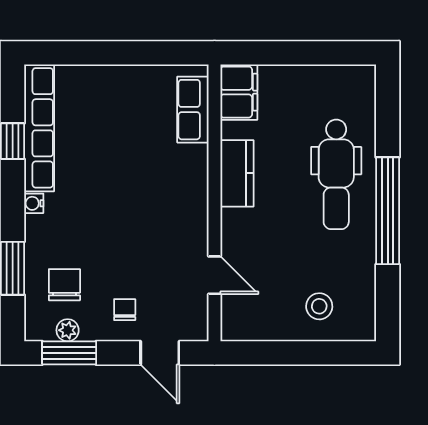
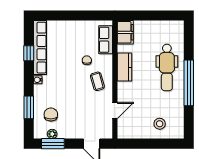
coffee table: (173, 207) -> (97, 81), added
door: (215, 275) -> (115, 110), hinge flipped
chair: (125, 310) -> (87, 60), moved

